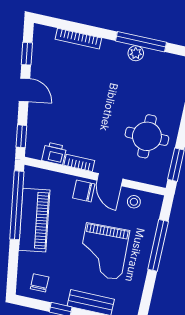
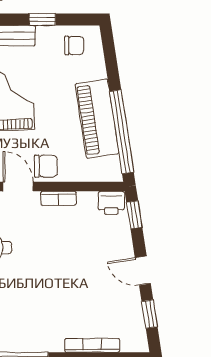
plant: (136, 53) -> (20, 343), removed
printer: (54, 153) -> (111, 203), moved
chair: (40, 283) -> (74, 45), turned -90

